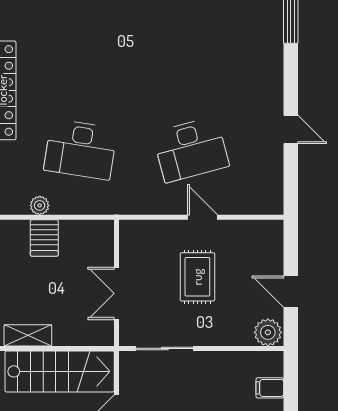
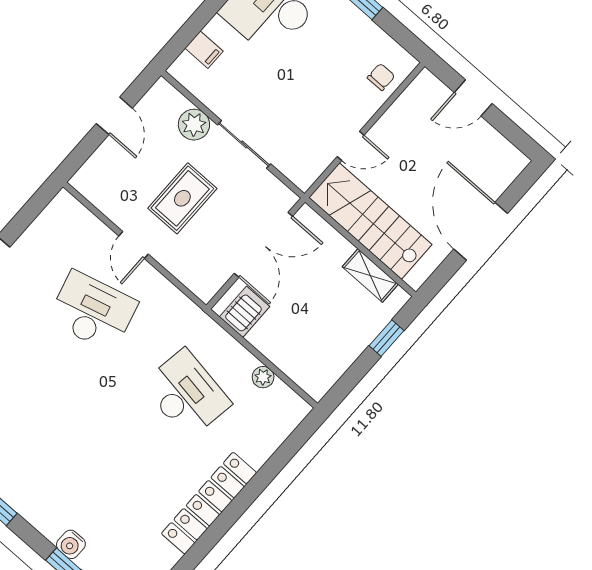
server rack: (44, 238) -> (245, 312), moved
double door: (117, 293) -> (263, 245), width x1.37
plant: (268, 332) -> (194, 125), moved
sliding door: (165, 348) -> (244, 144), moved

